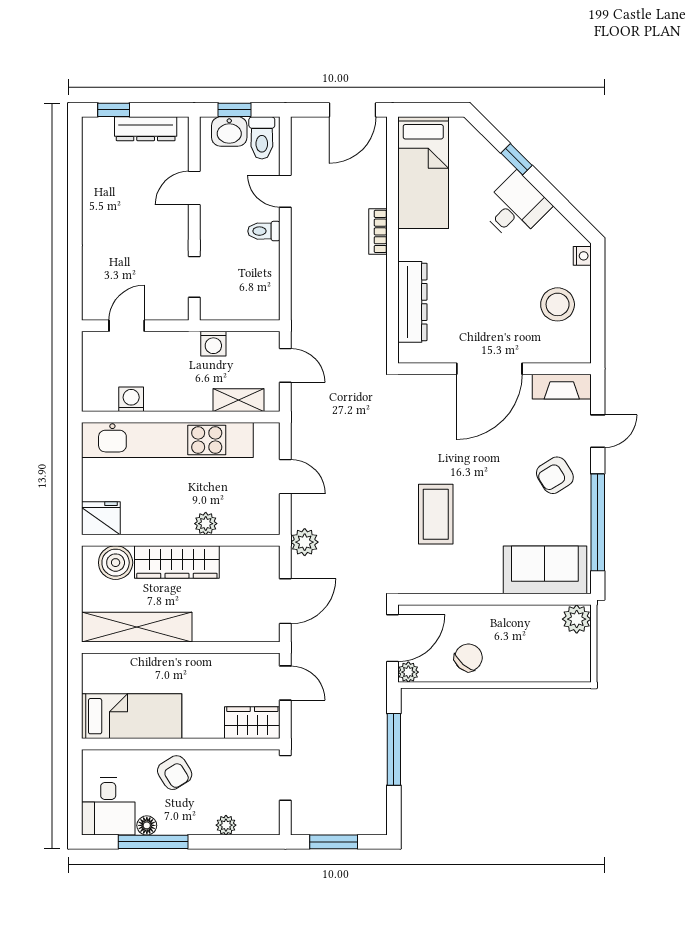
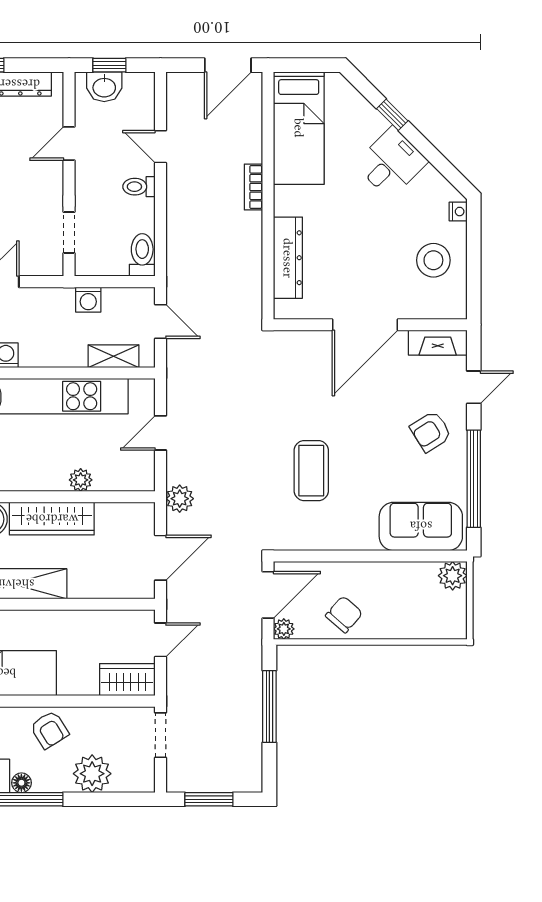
toilet: (262, 138) -> (142, 255), moved, turned 180
door: (285, 477) -> (160, 433), swing flipped
door: (285, 683) -> (160, 640), hinge flipped
plant: (226, 825) -> (92, 774), width x1.87, depth x1.87

